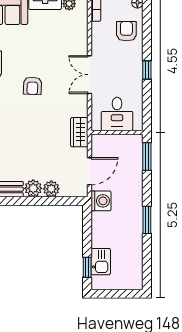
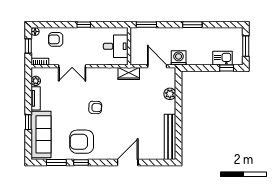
double door: (89, 75) -> (72, 66), moved
plant: (33, 188) -> (169, 107), removed
window: (117, 294) -> (246, 46), added

